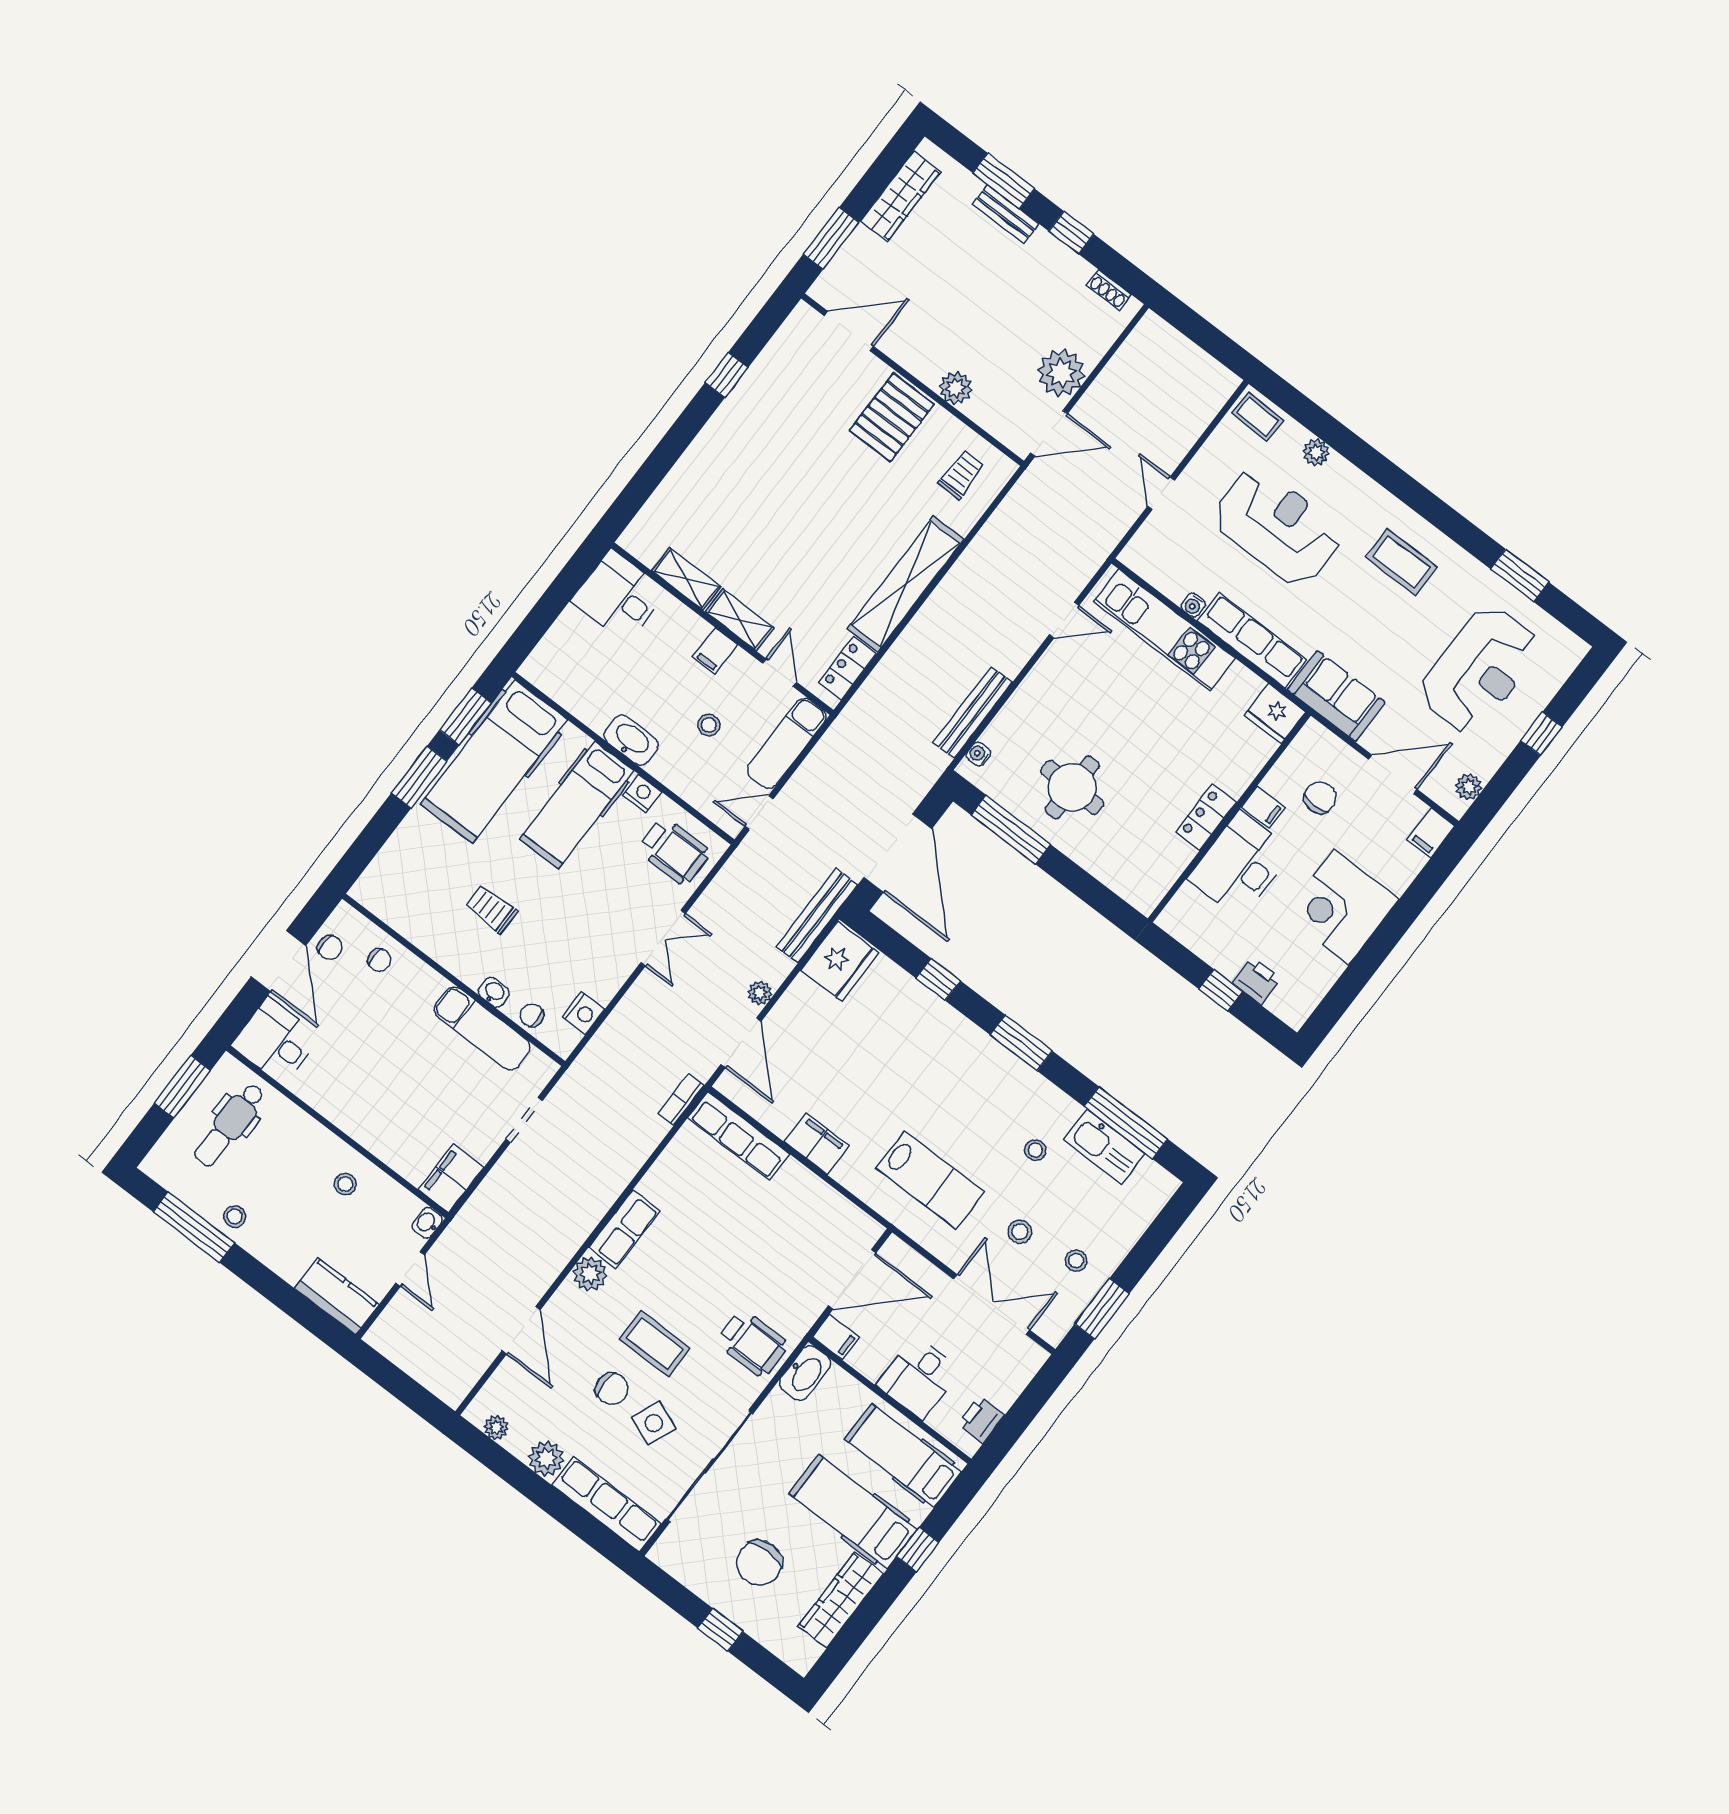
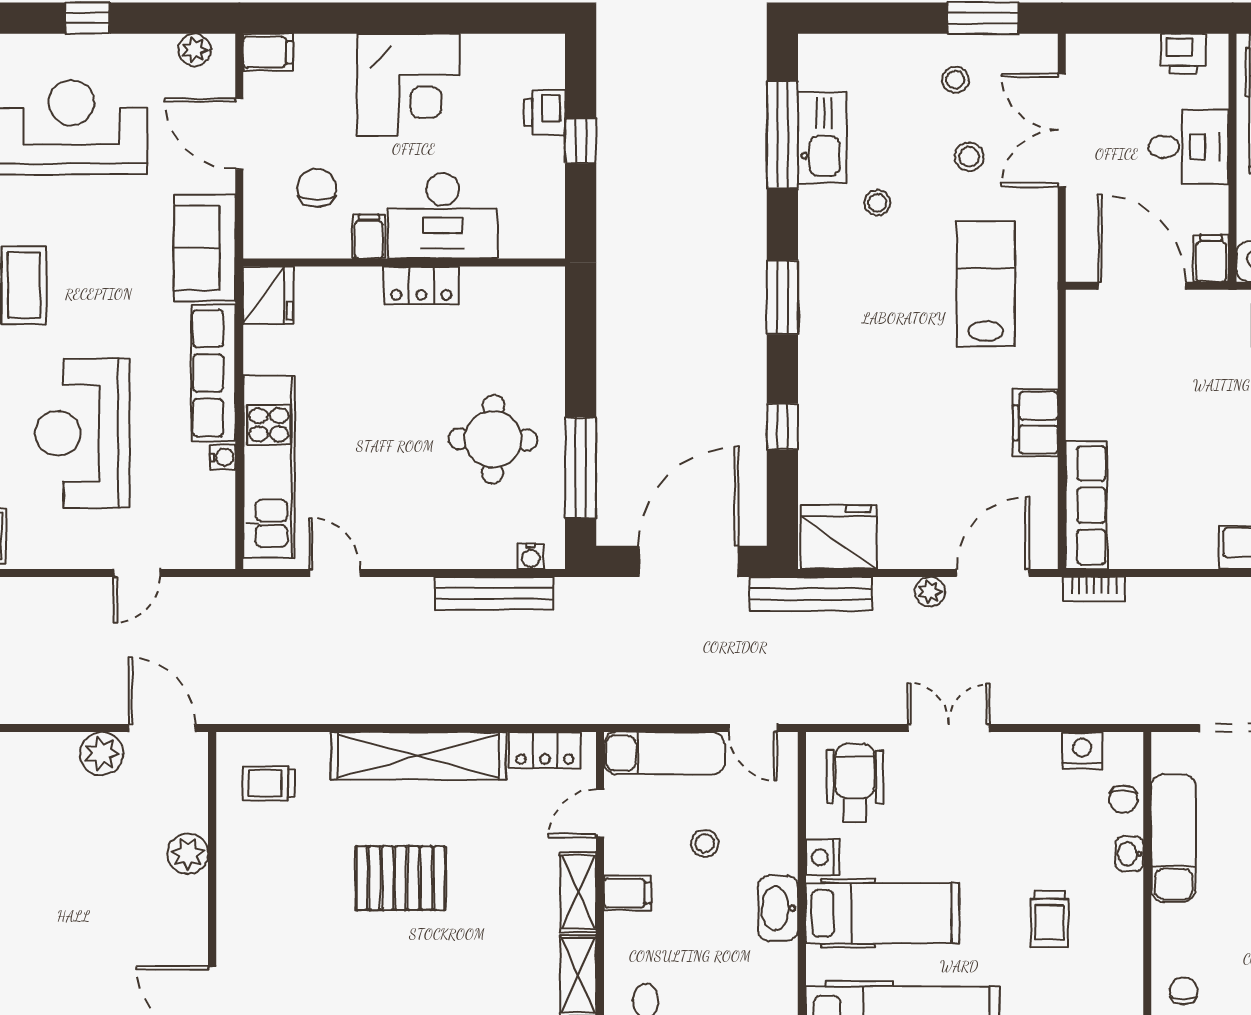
plant: (1061, 373) -> (102, 754), width x0.73, depth x0.73
pallet: (892, 417) -> (401, 878), moved
chair: (1320, 798) -> (317, 188), turned 90

